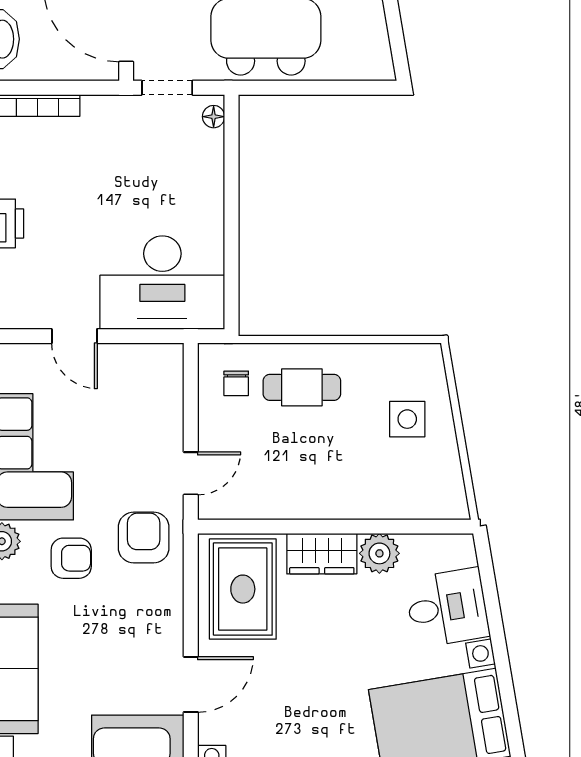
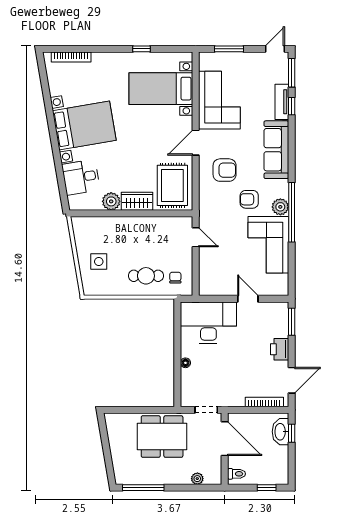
floor lamp: (214, 117) -> (185, 363), moved
door: (191, 473) -> (196, 237), swing flipped
armchair: (144, 538) -> (225, 170), moved, turned -90

